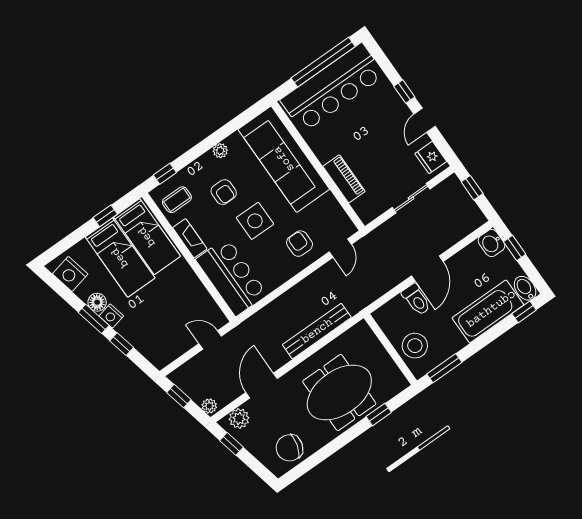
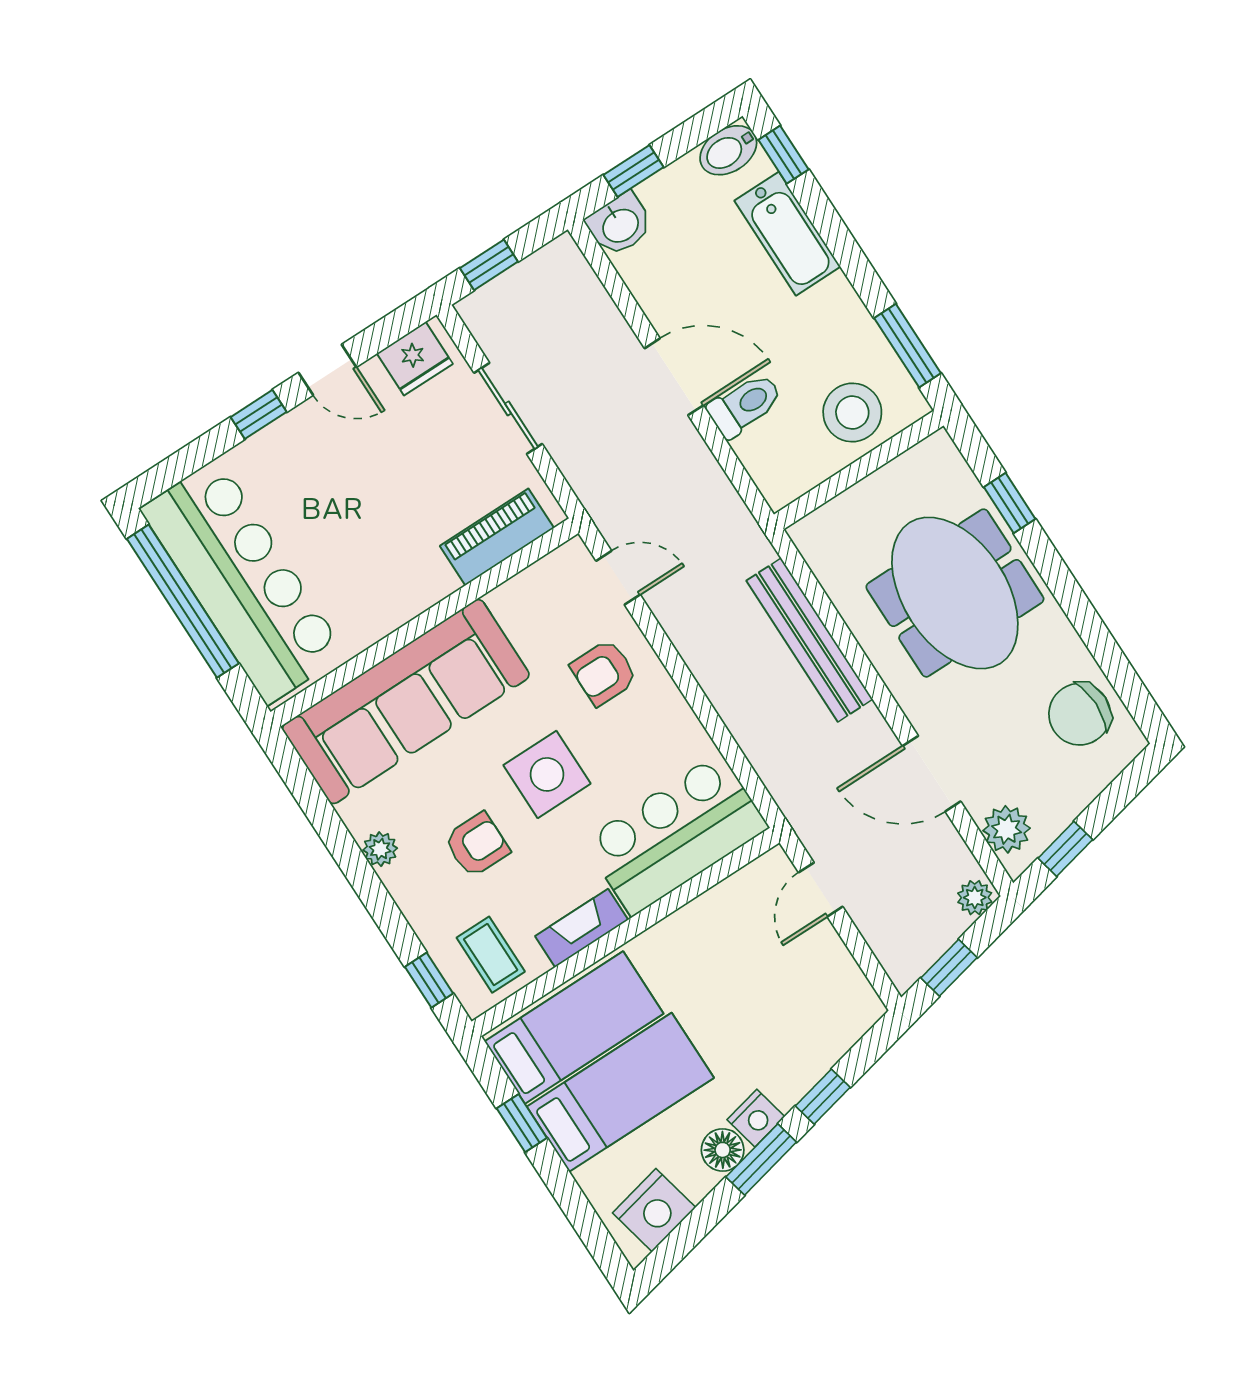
piano: (344, 179) -> (497, 537), moved
bathtub: (488, 311) -> (787, 234), width x0.73, depth x0.73
chair: (290, 448) -> (1080, 714), turned 74

